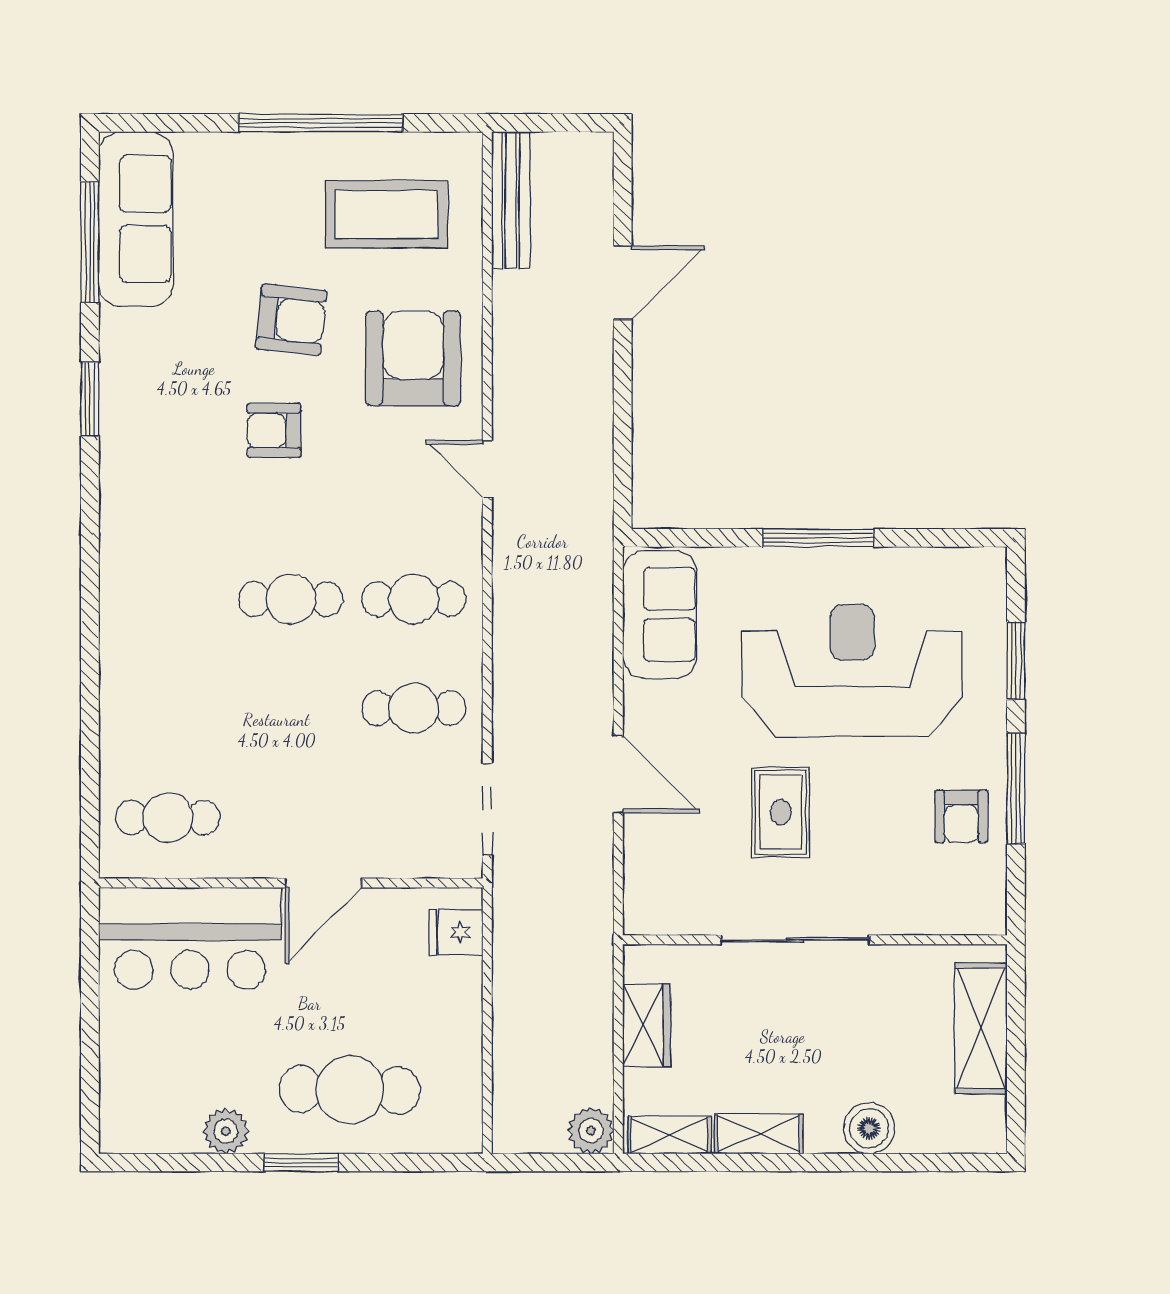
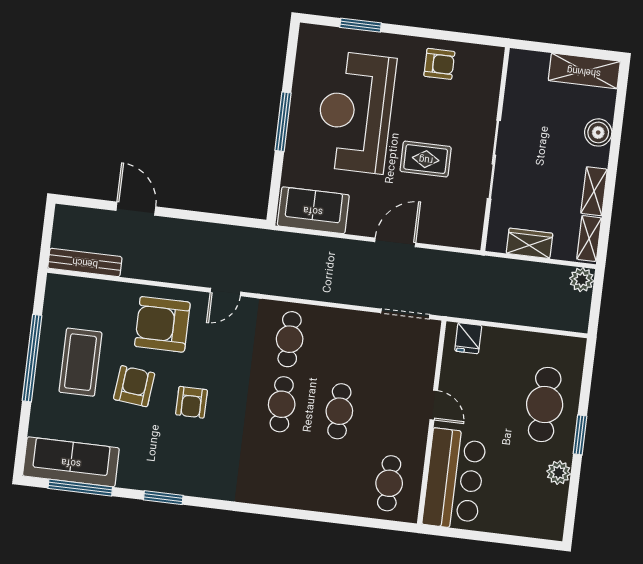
coffee table: (387, 214) -> (80, 362), moved
cafe table: (414, 708) -> (339, 411), moved
window: (1016, 789) -> (428, 33), removed
door: (323, 883) -> (434, 405), width x0.73
shelving: (981, 1028) -> (584, 71), moved

